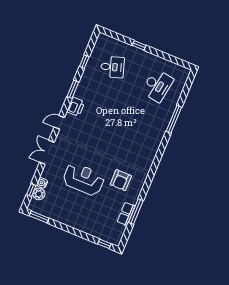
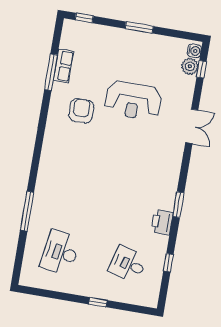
desk: (112, 67) -> (128, 264), turned 33
window: (73, 89) -> (178, 205), moved
printer: (76, 107) -> (162, 222), moved
door: (59, 122) -> (184, 171), removed
water cooler: (42, 183) -> (194, 51), moved
window: (39, 217) -> (139, 27), moved

